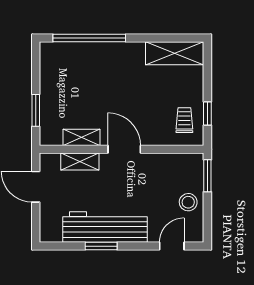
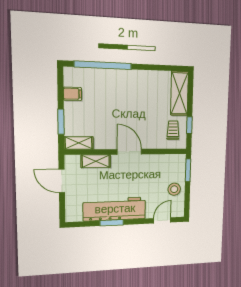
shelving: (175, 53) -> (179, 93), moved, turned 90
filing cabinet: (51, 75) -> (72, 94), added
shelving: (82, 137) -> (79, 143), moved

